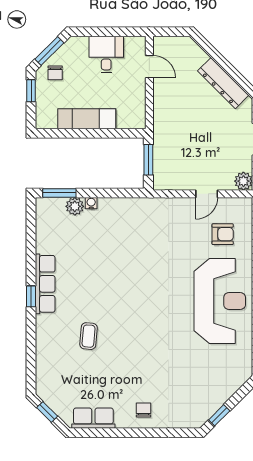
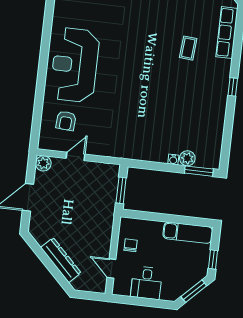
chair: (55, 73) -> (131, 245), moved
dresser: (223, 83) -> (61, 260), moved
exam couch: (87, 119) -> (188, 233), moved
armchair: (223, 234) -> (66, 121), turned -86
row of seats: (45, 284) -> (227, 33), moved

